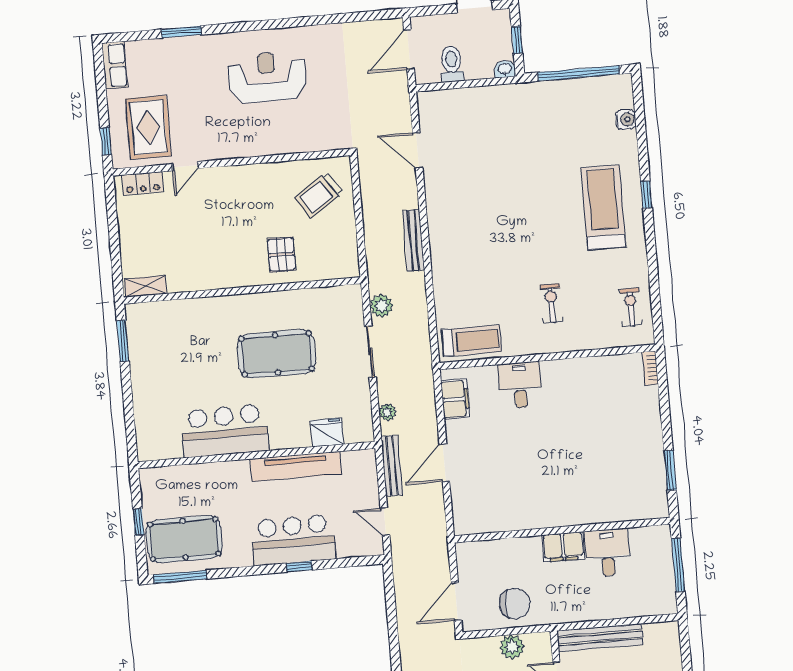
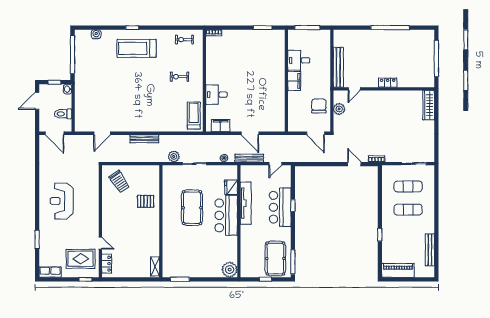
bar counter: (225, 431) -> (226, 215), moved
plant: (152, 444) -> (230, 270), added

